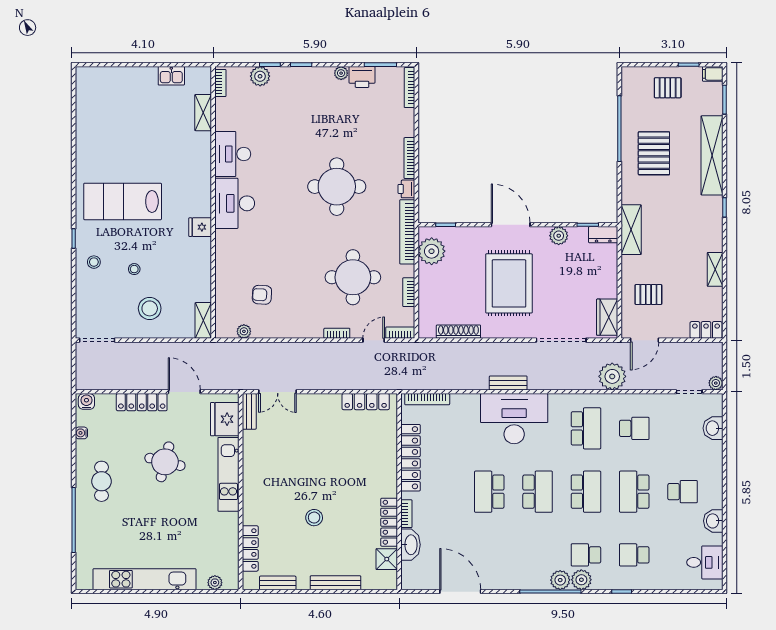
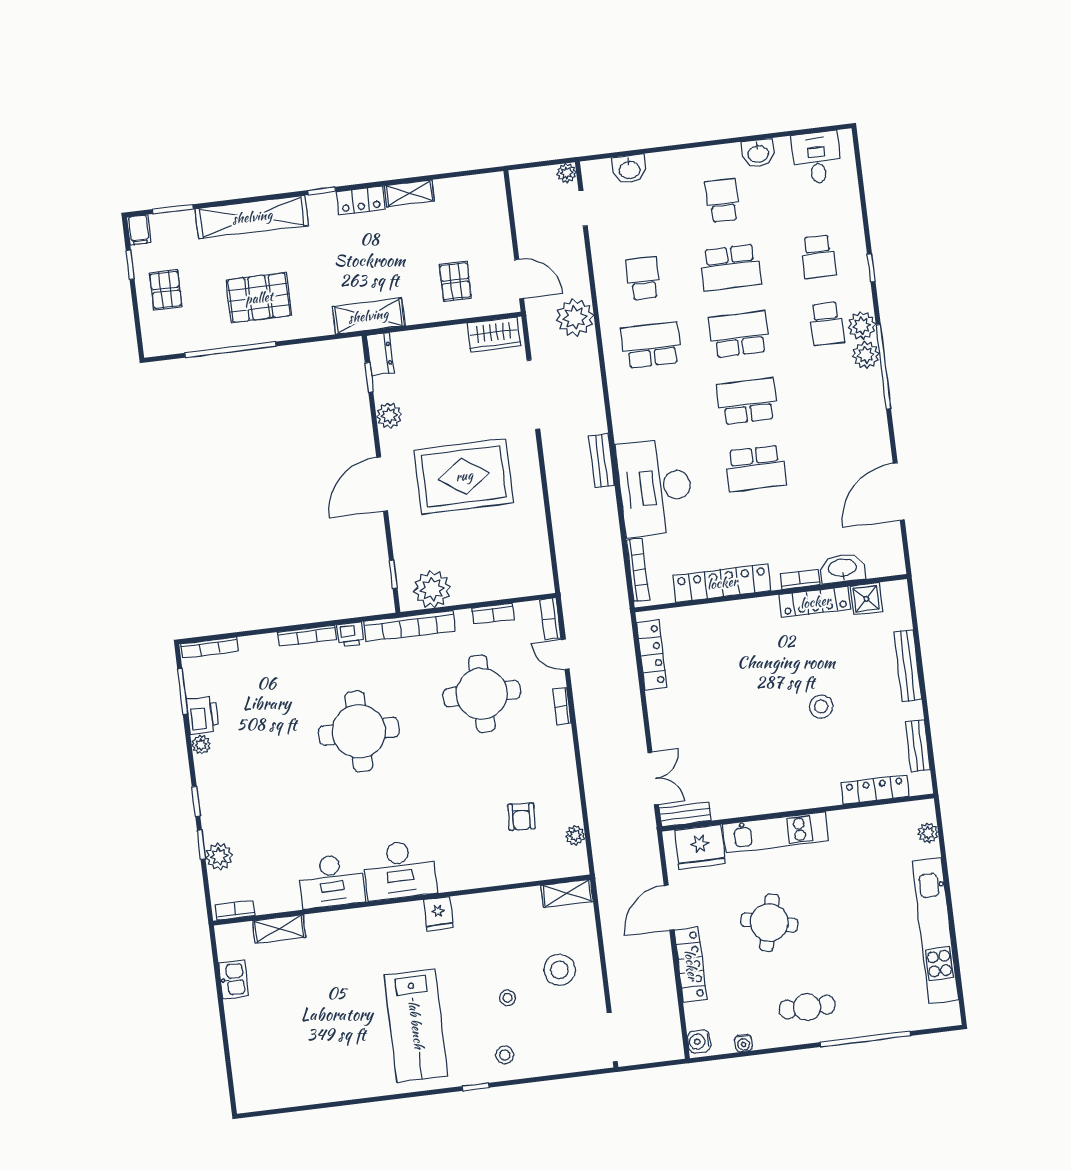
locker: (706, 330) -> (361, 200), moved, turned -90
shoe rack: (458, 332) -> (539, 538), removed
desk: (514, 419) -> (655, 487), moved

